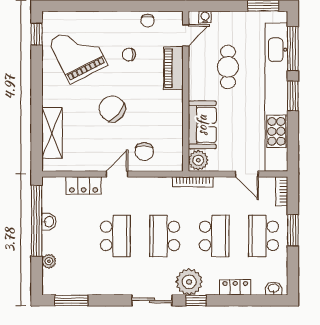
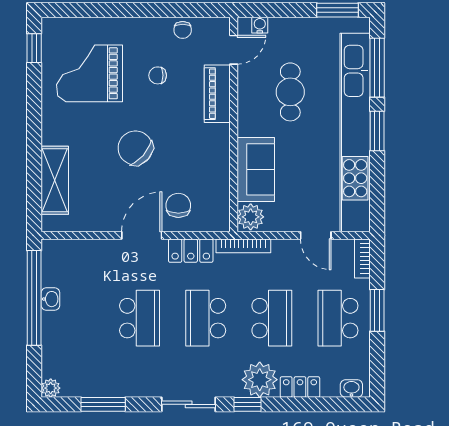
grand piano: (78, 53) -> (90, 73), turned -63
chair: (144, 152) -> (178, 205), turned 180
door: (117, 174) -> (142, 235), width x1.38
locker: (84, 185) -> (191, 251), moved
plant: (49, 261) -> (51, 388), moved
plant: (189, 282) -> (260, 380), moved
window: (71, 300) -> (103, 404), moved

